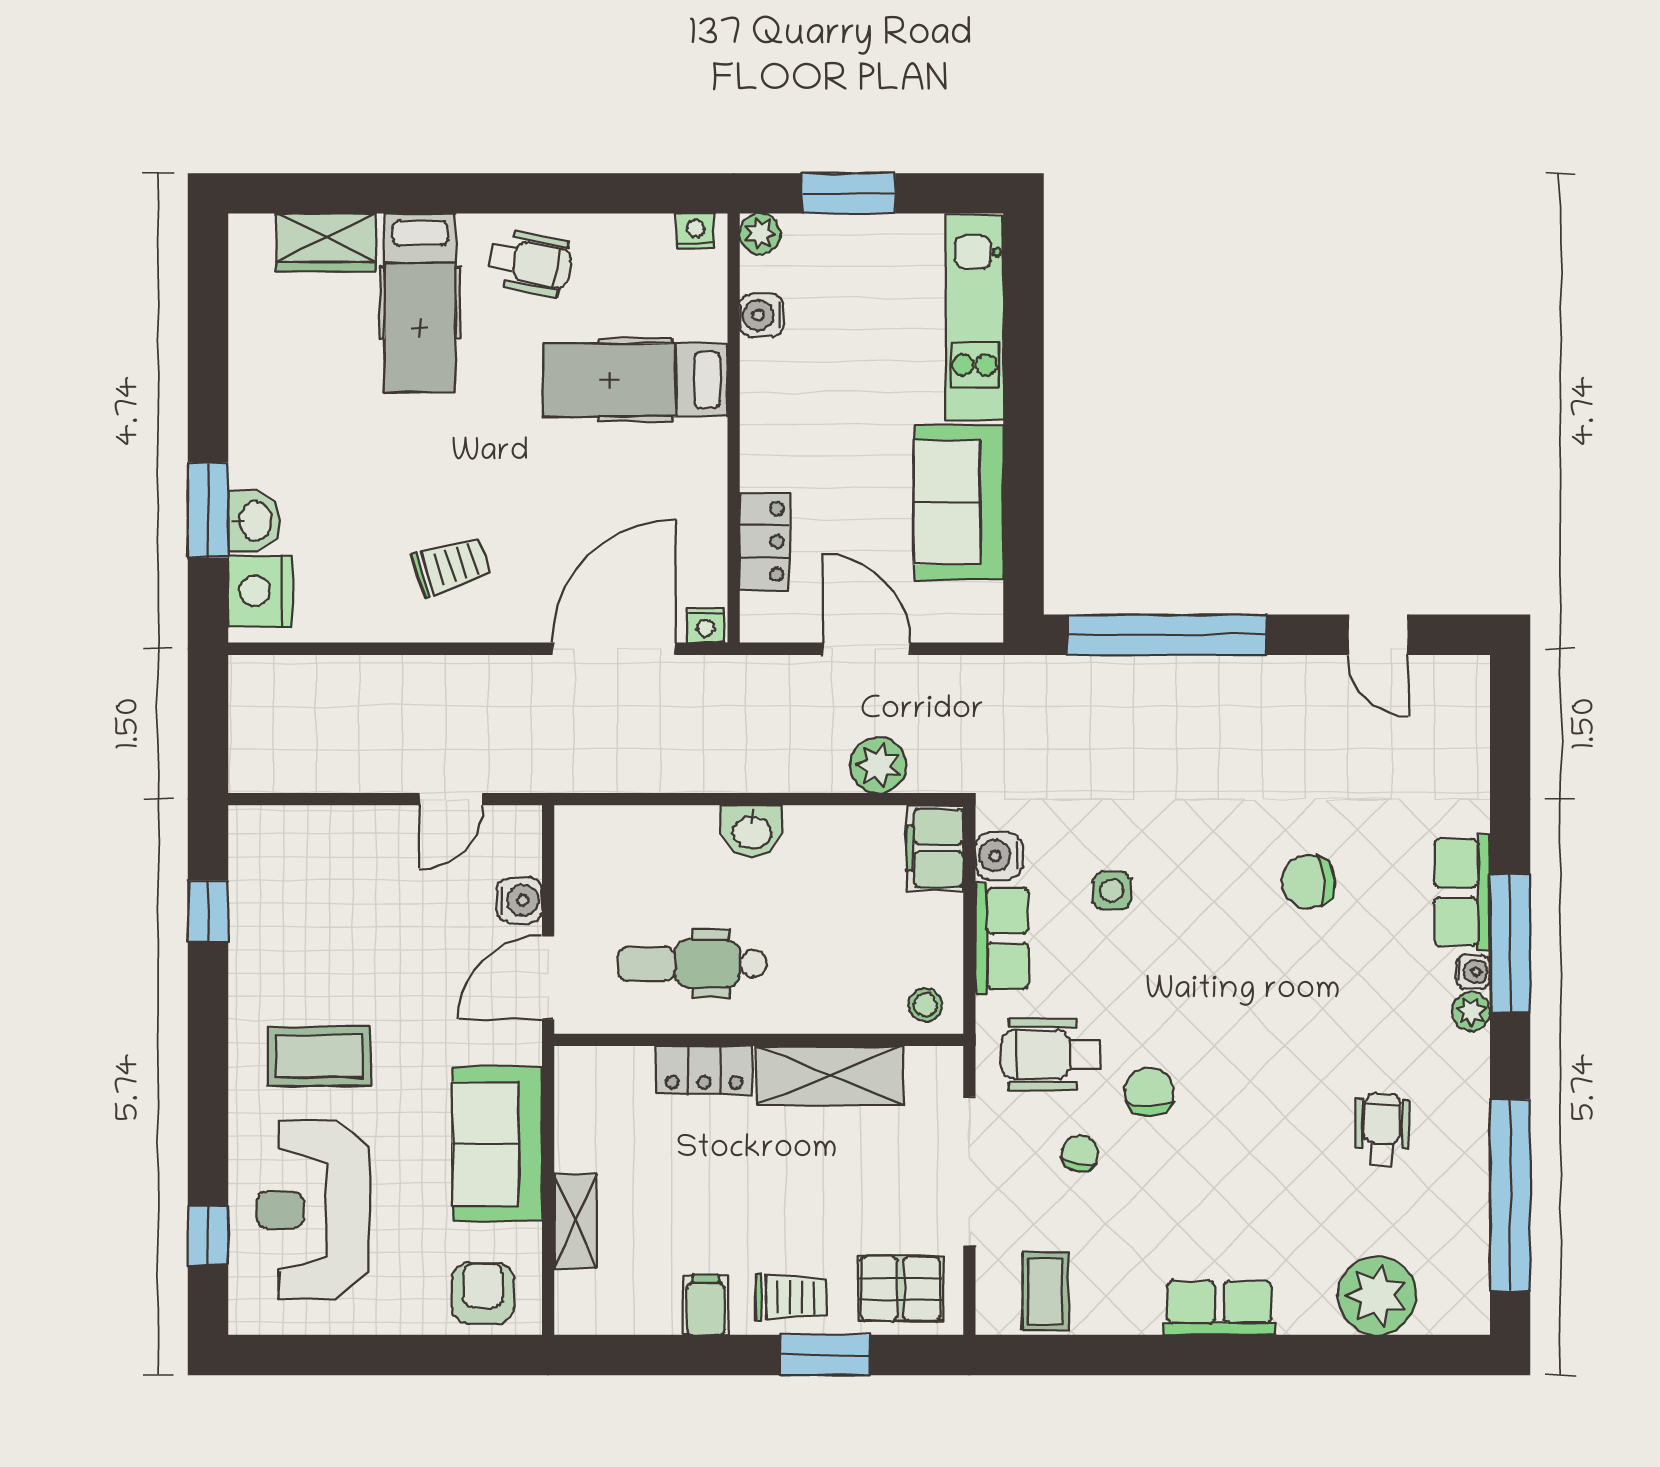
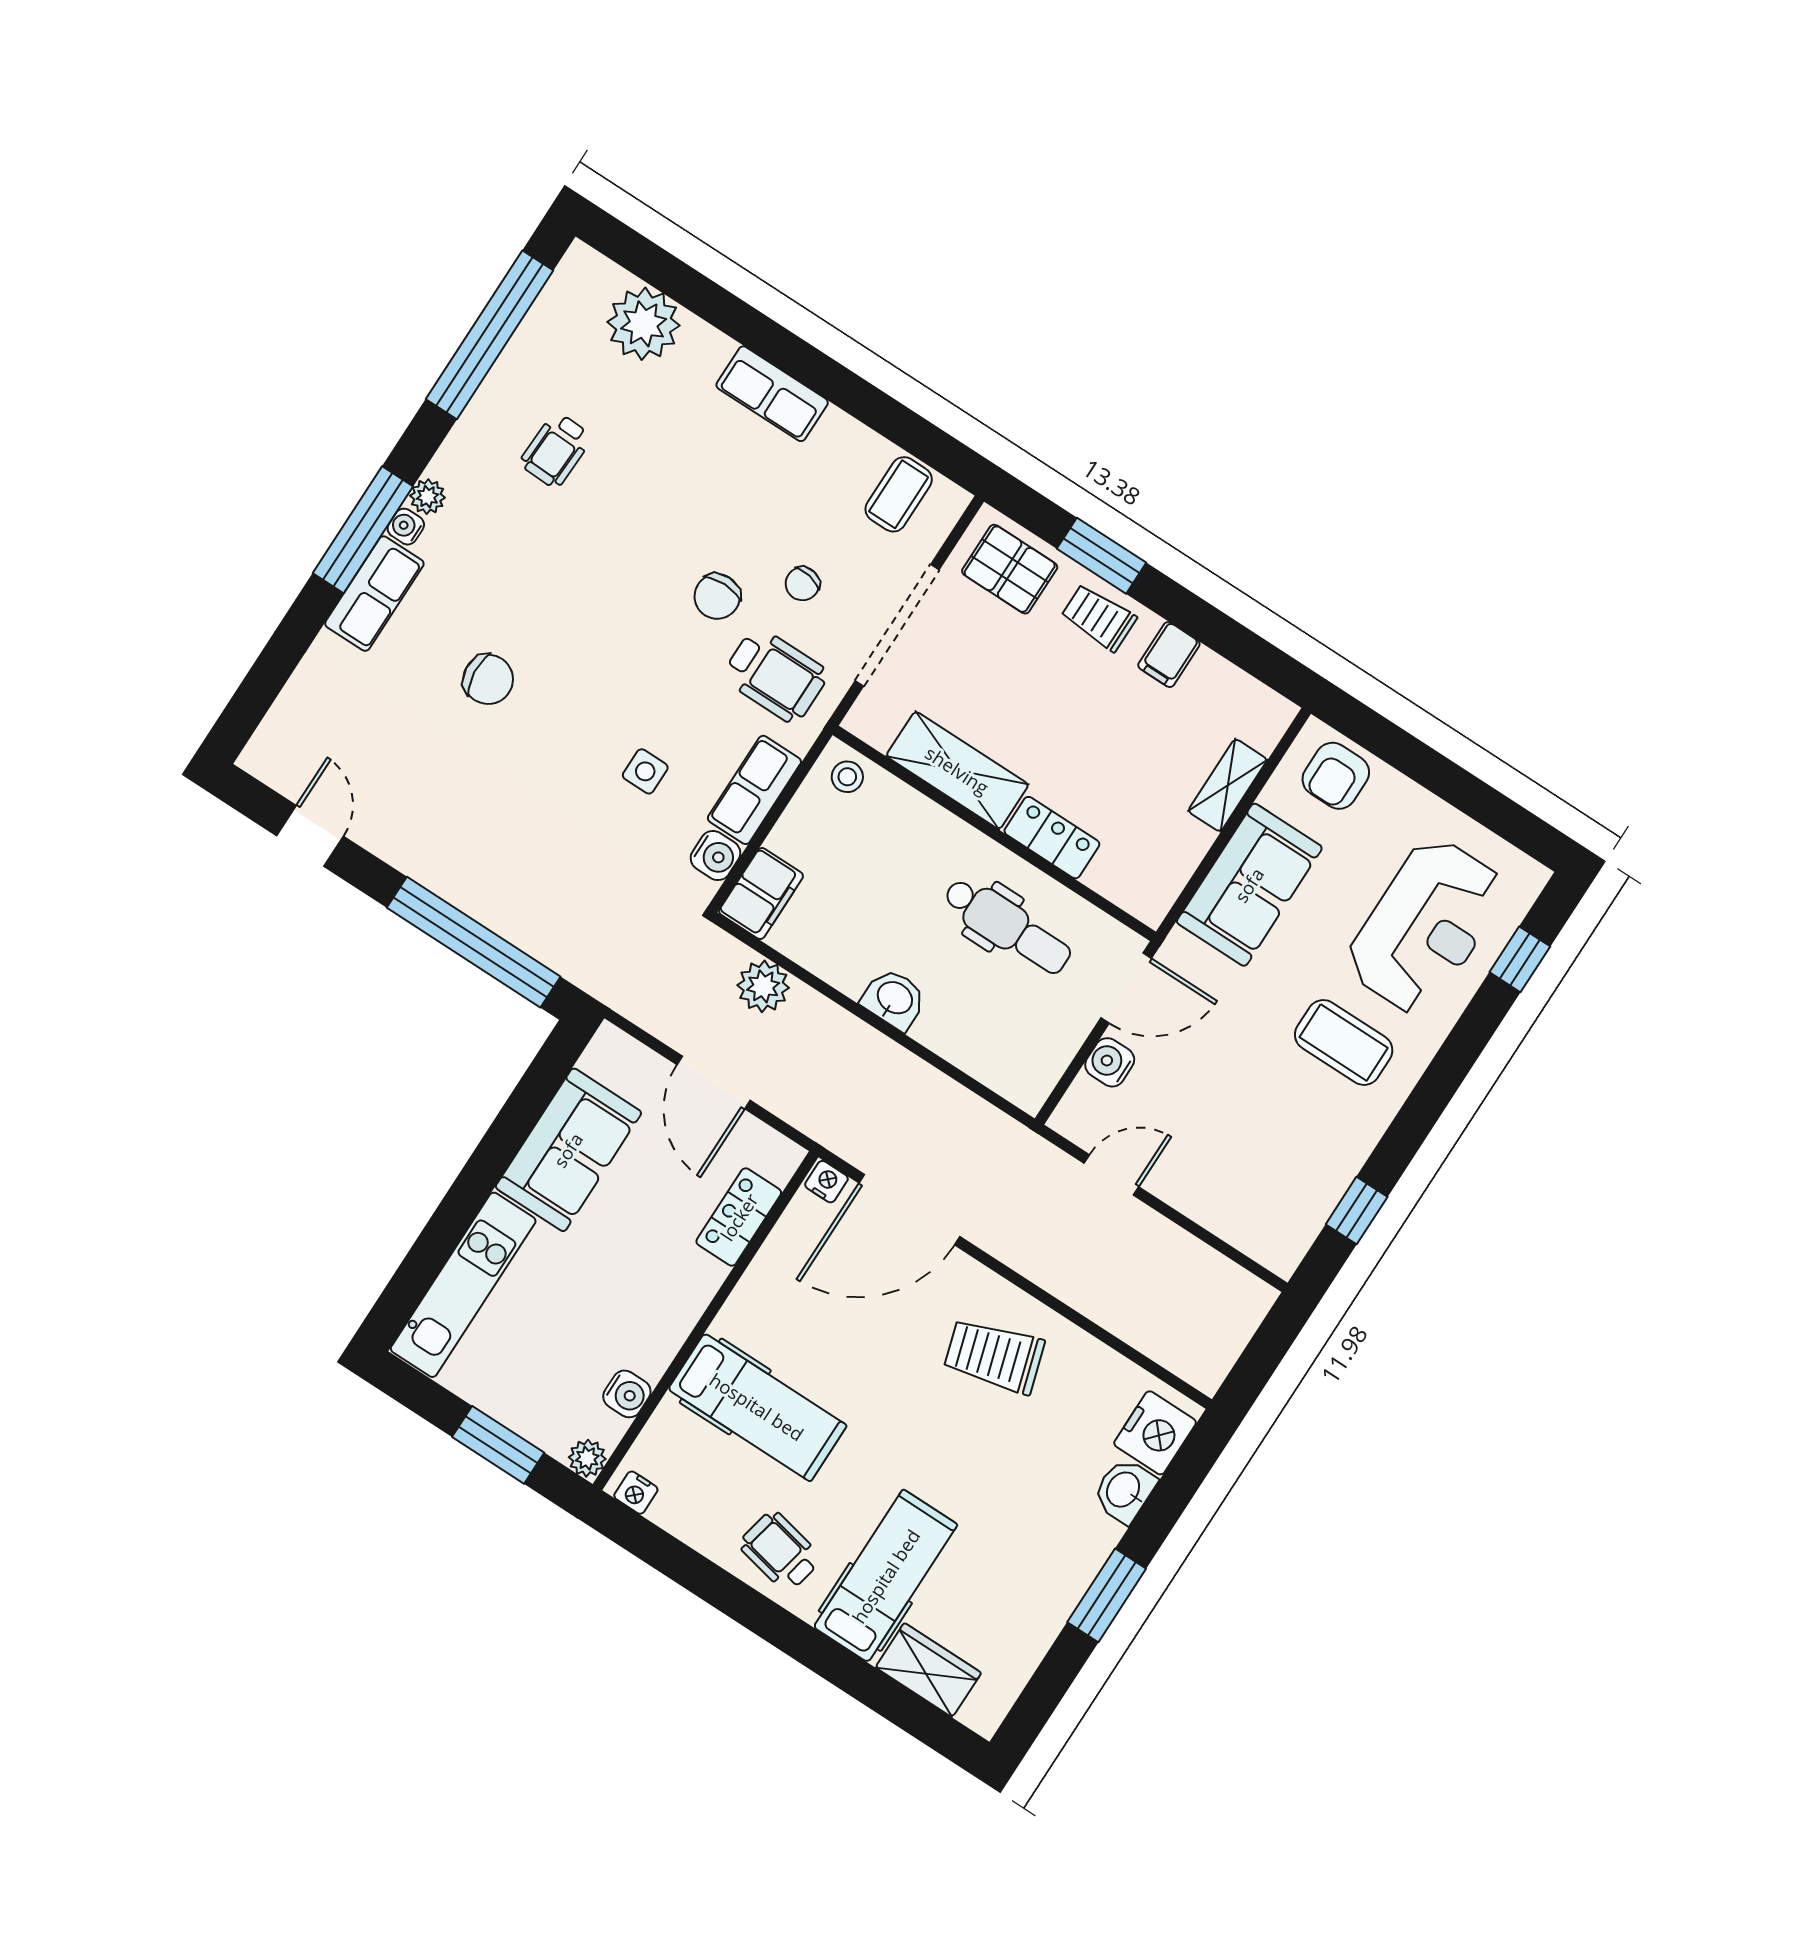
window: (208, 510) -> (1107, 1595), moved
trolley: (451, 566) -> (994, 1356), width x1.36, depth x1.39

